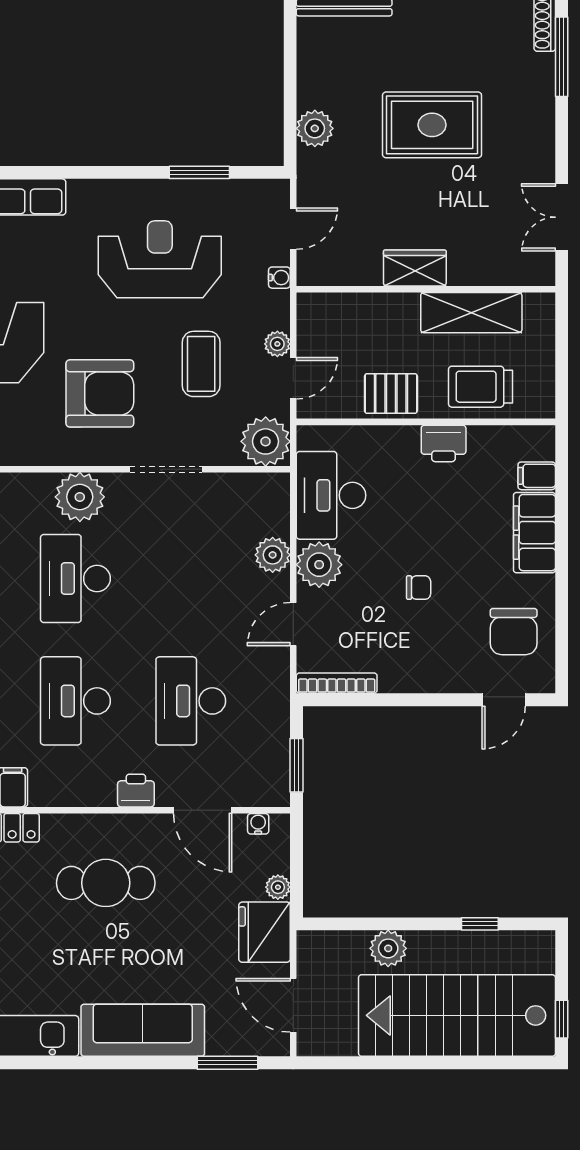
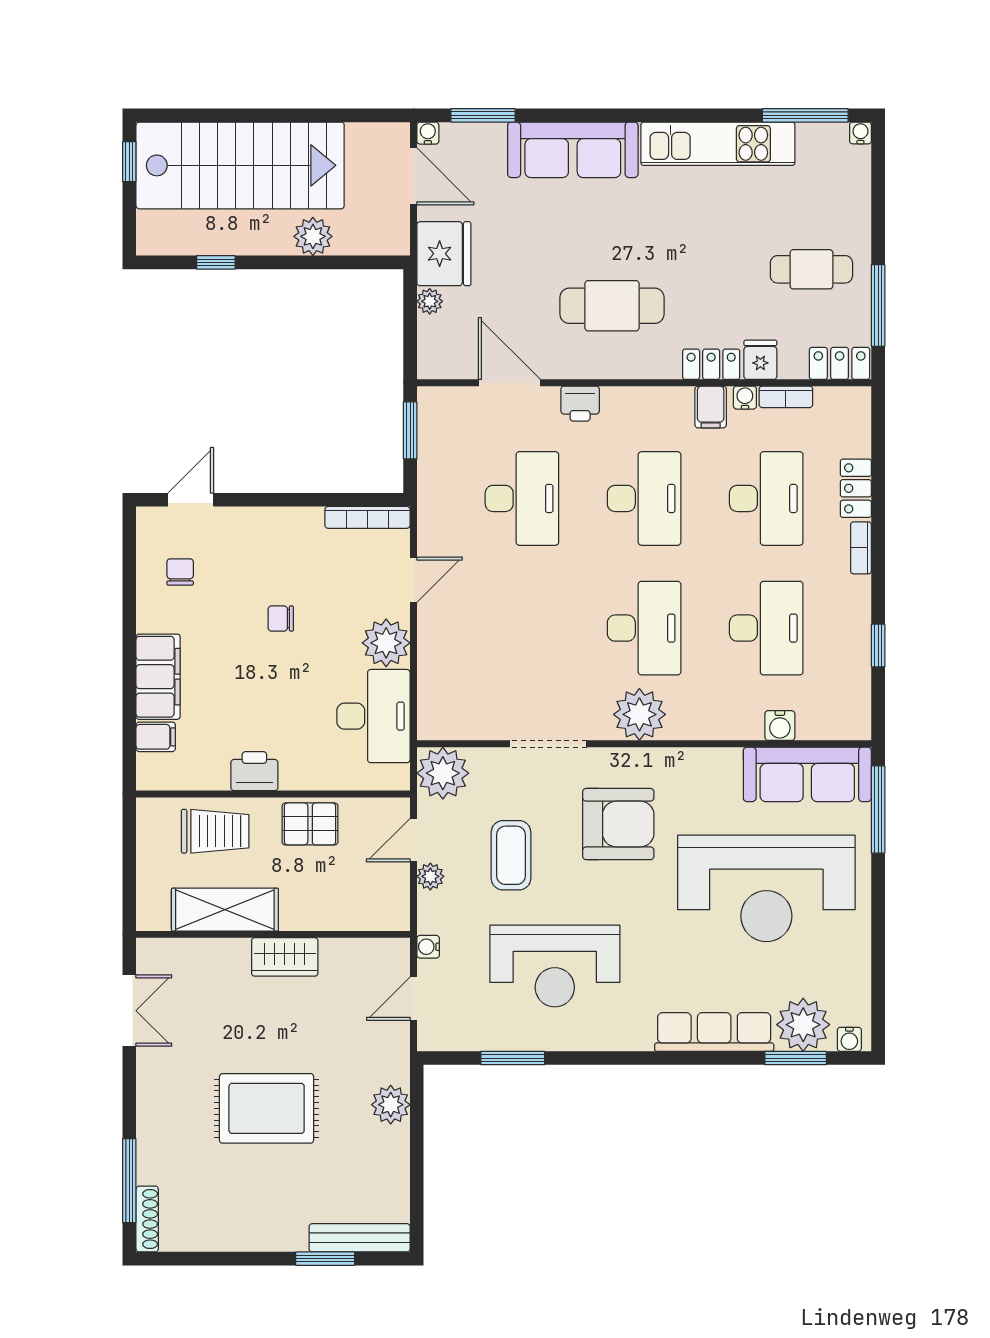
armchair: (100, 393) -> (618, 824), turned 180
plant: (273, 555) -> (435, 653), removed
chair: (514, 632) -> (180, 572), width x0.54, depth x0.54
water cooler: (258, 824) -> (428, 133), moved, turned 180

